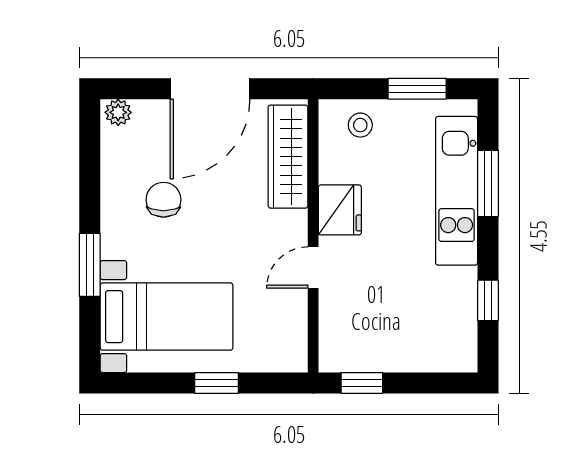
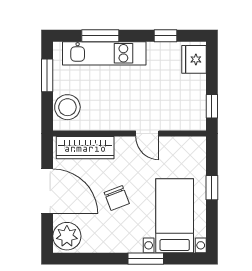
plant: (118, 112) -> (67, 236), width x1.88, depth x1.88
stool: (360, 125) -> (67, 107), width x1.89, depth x1.89
chair: (163, 200) -> (117, 198), moved, turned -111
fridge: (340, 210) -> (194, 59), moved, turned -90

